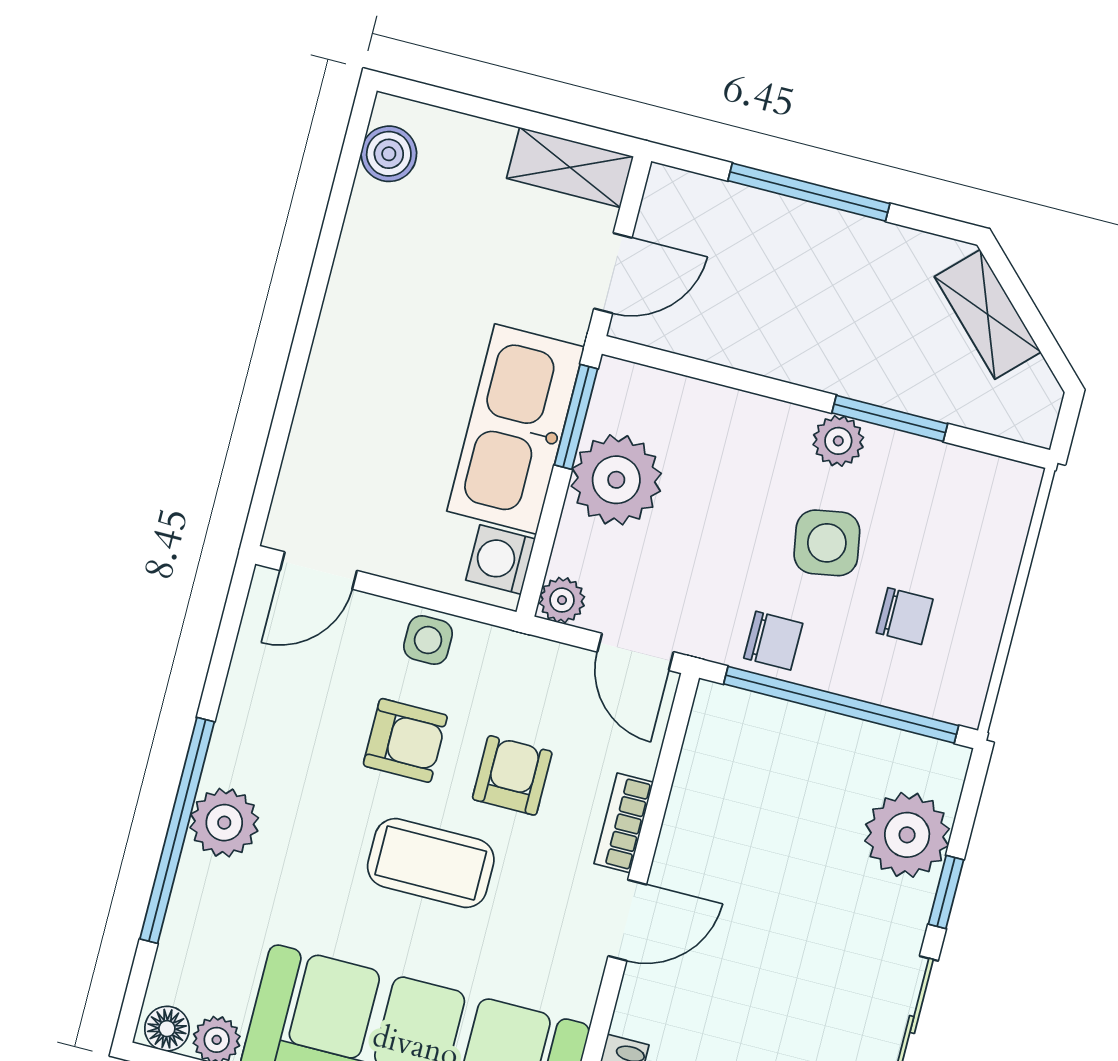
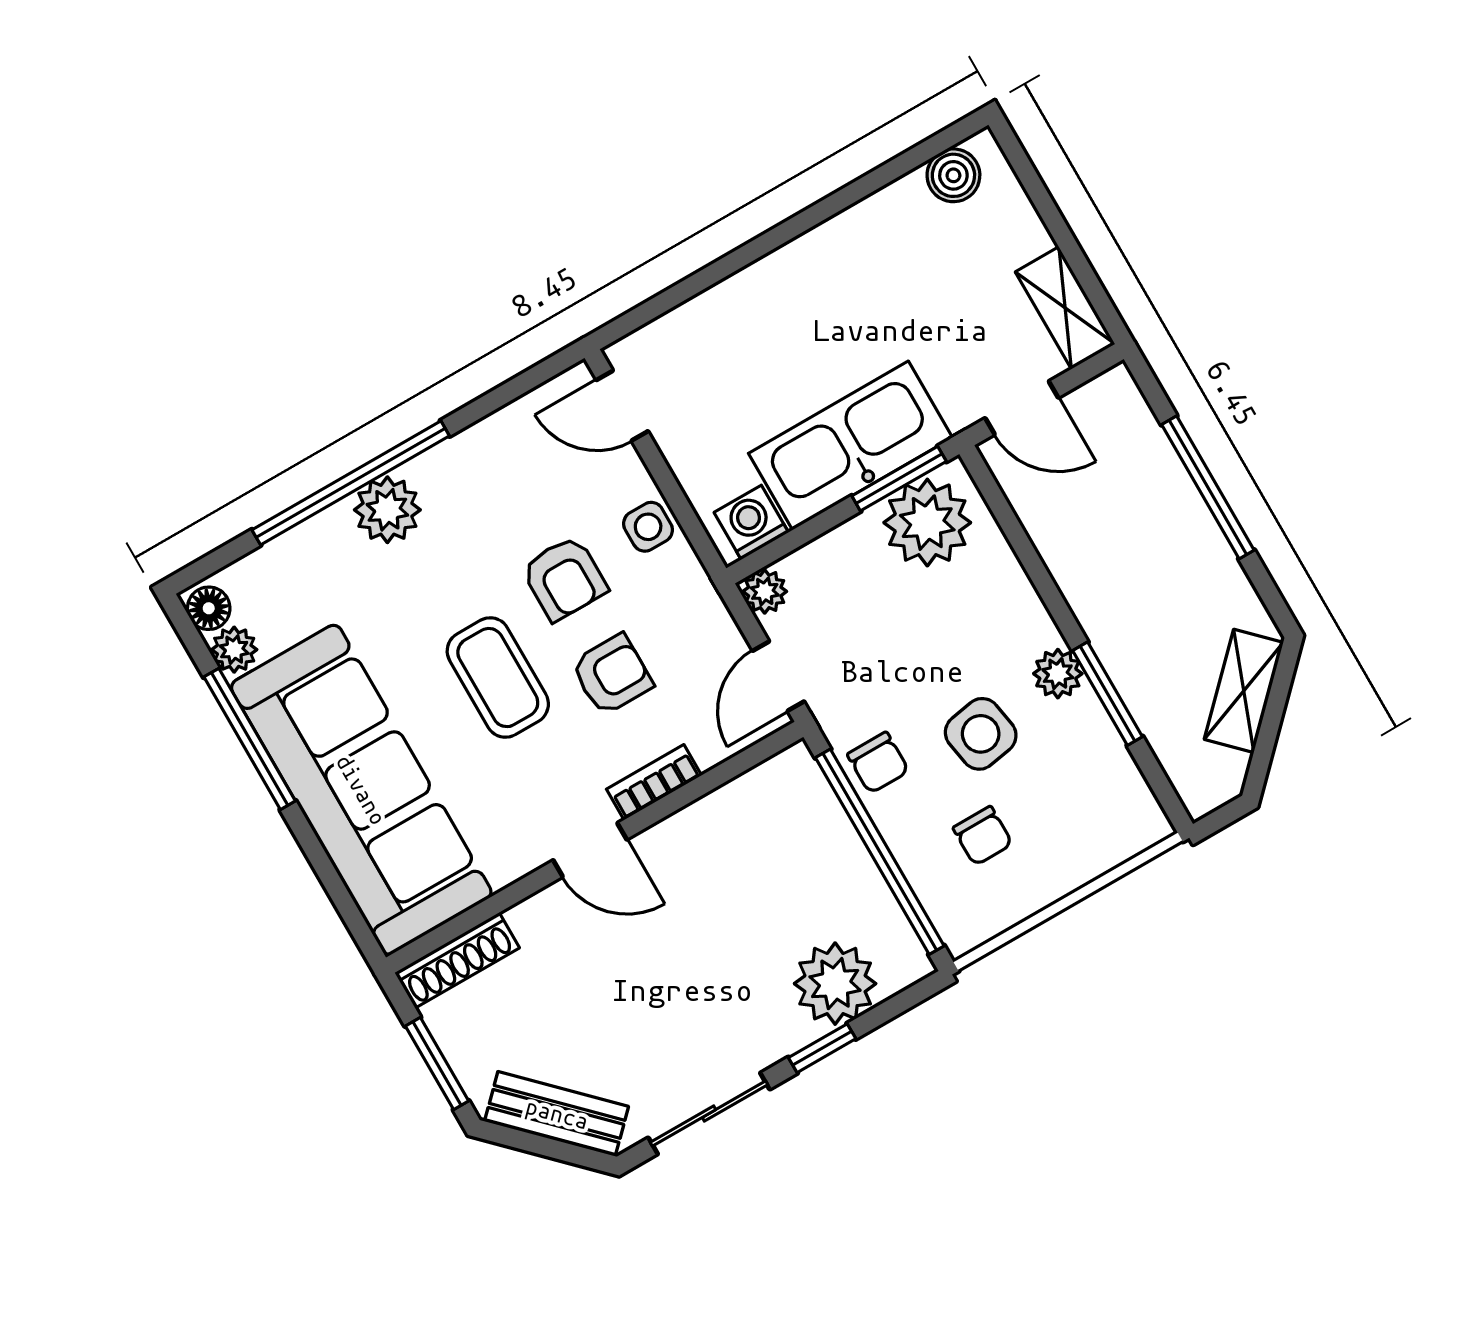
plant: (616, 480) -> (927, 523), moved

